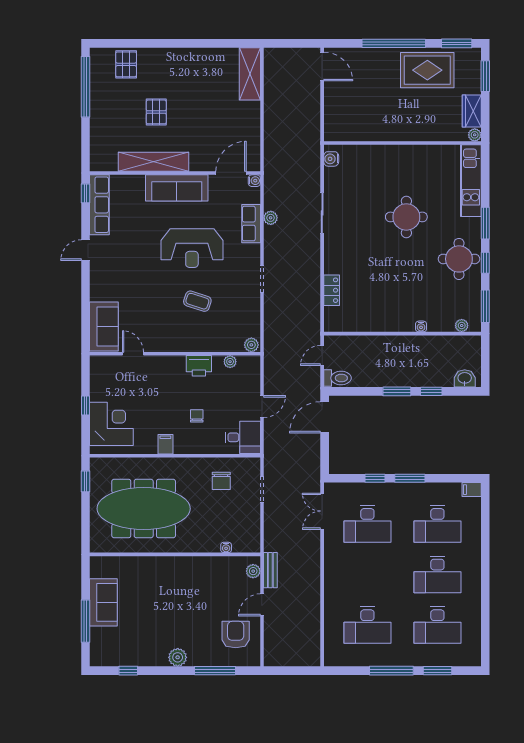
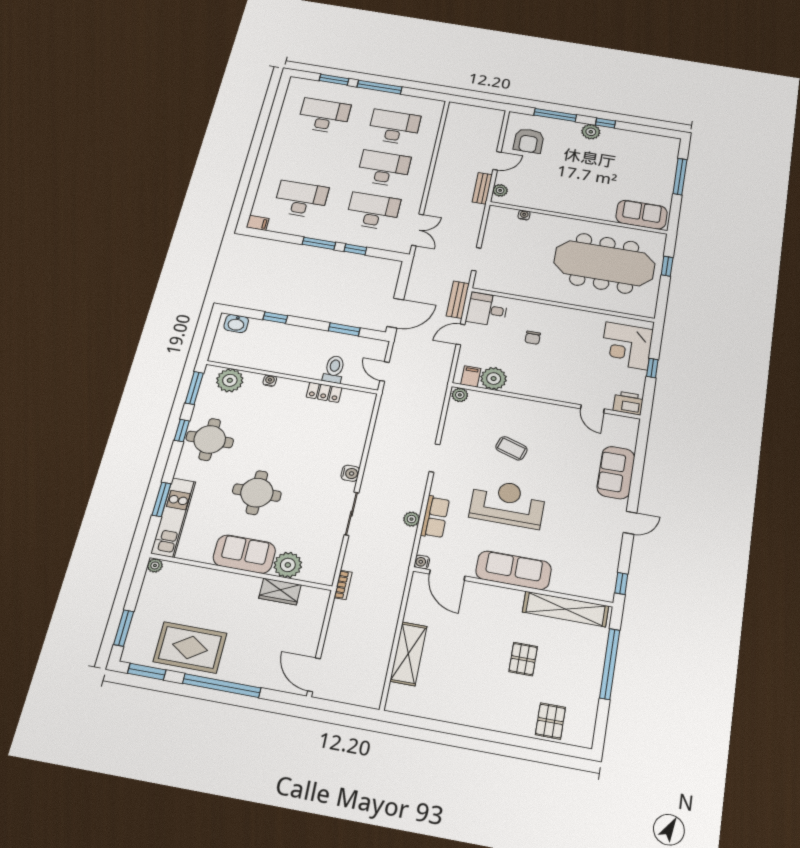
shelving: (250, 74) -> (408, 654), moved
window: (85, 87) -> (610, 664), moved
wardrobe: (472, 111) -> (280, 591), moved, turned 90
bookcase: (315, 148) -> (343, 585), added
plant: (365, 157) -> (288, 565), added
water cooler: (331, 159) -> (350, 473), moved
sofa: (403, 159) -> (244, 554), added
shelving: (154, 162) -> (566, 609), moved
door: (231, 173) -> (447, 575), hinge flipped
row of seats: (99, 205) -> (607, 568), removed
window: (485, 223) -> (161, 499), moved
locker: (332, 290) -> (324, 392), moved, turned -90
sofa: (104, 326) -> (616, 473), moved
plant: (462, 326) -> (230, 380), width x1.87, depth x1.87
door: (322, 355) -> (384, 372), swing flipped
plant: (230, 362) -> (494, 379), width x1.87, depth x1.87
printer: (199, 366) -> (628, 403), moved
toilet: (337, 378) -> (334, 369), moved, turned 90
window: (397, 391) -> (344, 329), moved
bench: (271, 443) -> (458, 300), added
filing cabinet: (165, 444) -> (471, 377), moved, turned 180
window: (85, 481) -> (667, 266), moved
chair: (221, 481) -> (518, 274), removed
desk: (437, 574) -> (384, 168), moved
sofa: (103, 602) -> (642, 215), moved, turned 90
window: (128, 671) -> (605, 123), moved

